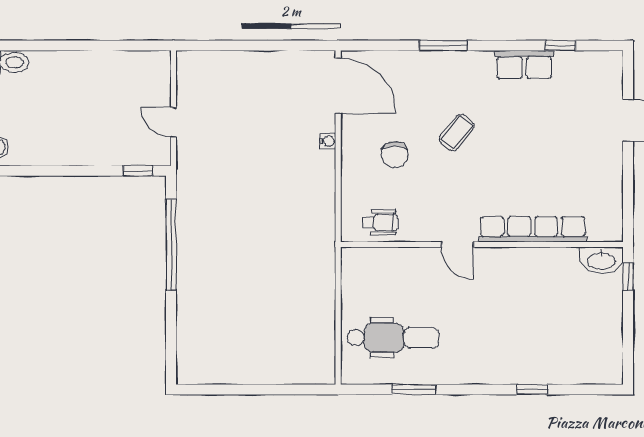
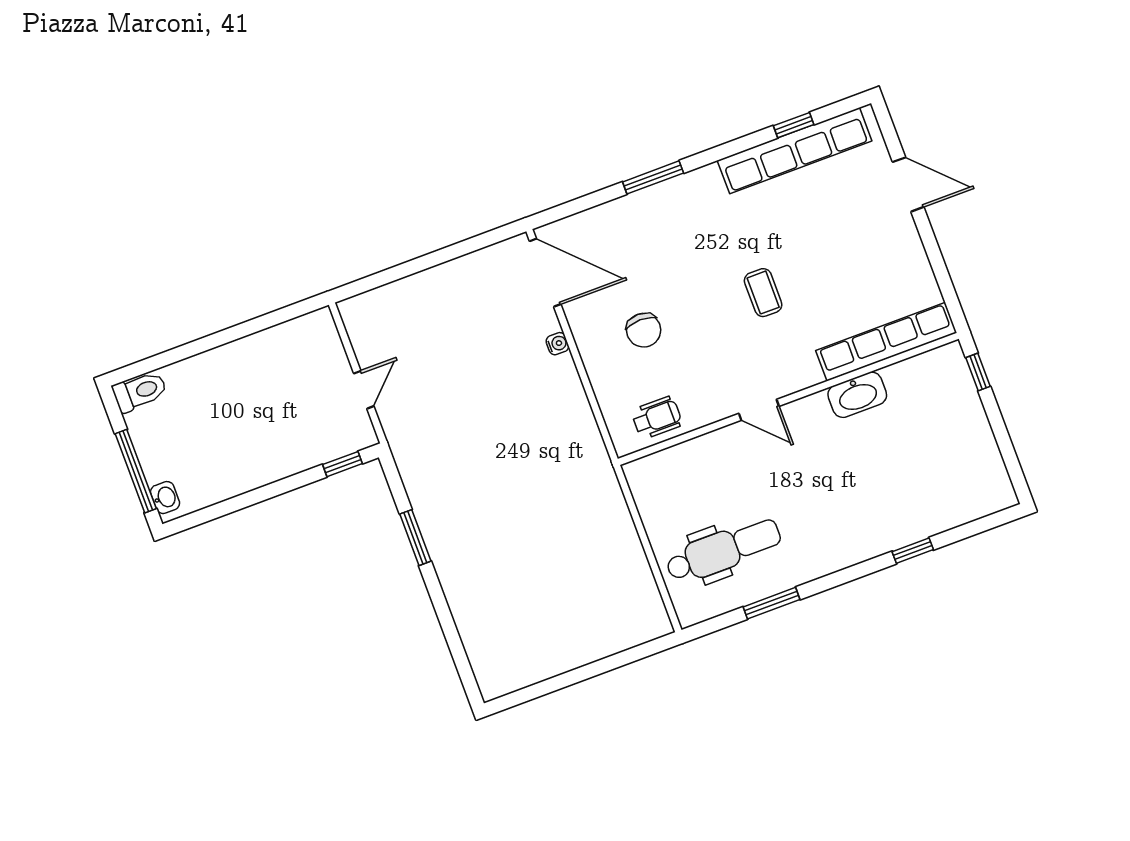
row of seats: (524, 64) -> (795, 151), width x2.02
door: (173, 122) -> (364, 390), swing flipped
coffee table: (457, 133) -> (763, 293), moved, turned -39
row of seats: (533, 229) -> (886, 342), moved
window: (171, 244) -> (415, 538), width x0.47
washbasin: (601, 260) -> (857, 395), moved

